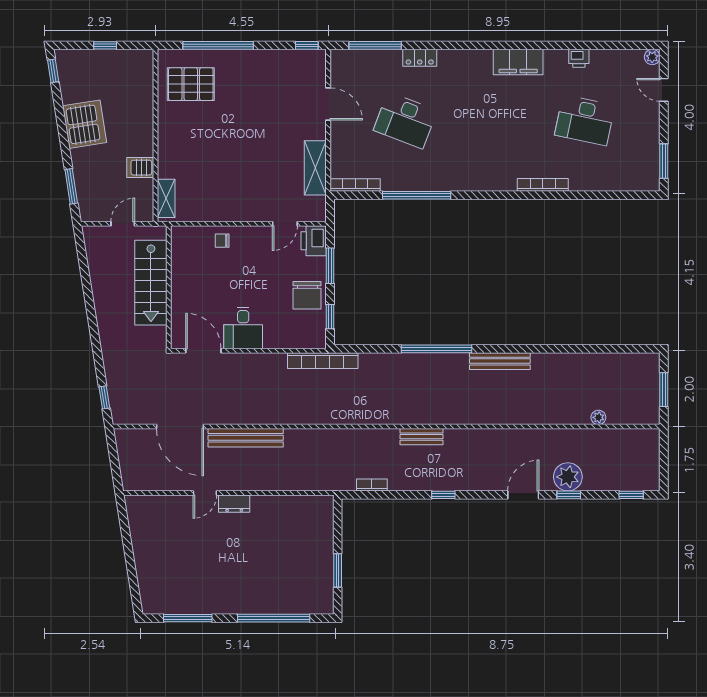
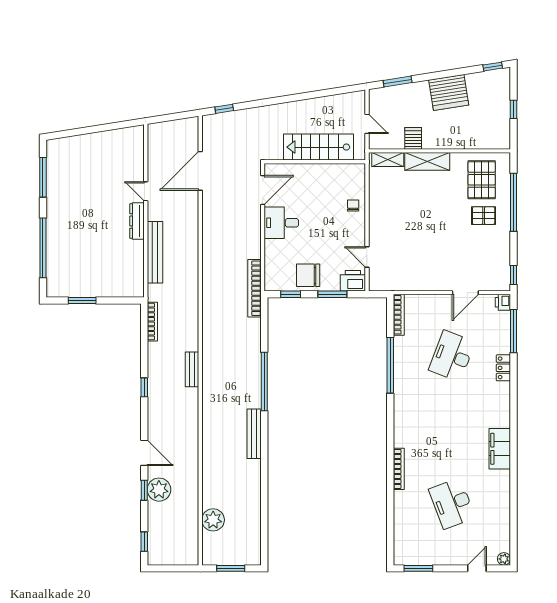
printer: (579, 58) -> (503, 302), moved
pallet: (234, 82) -> (484, 216), added
desk: (585, 120) -> (452, 503), turned -33
shelving: (315, 168) -> (427, 161), moved
plant: (598, 417) -> (213, 520), width x1.87, depth x1.87
bench: (246, 438) -> (155, 252), moved
bookcase: (372, 485) -> (152, 322), width x1.56
dresser: (234, 504) -> (137, 221), width x1.44

